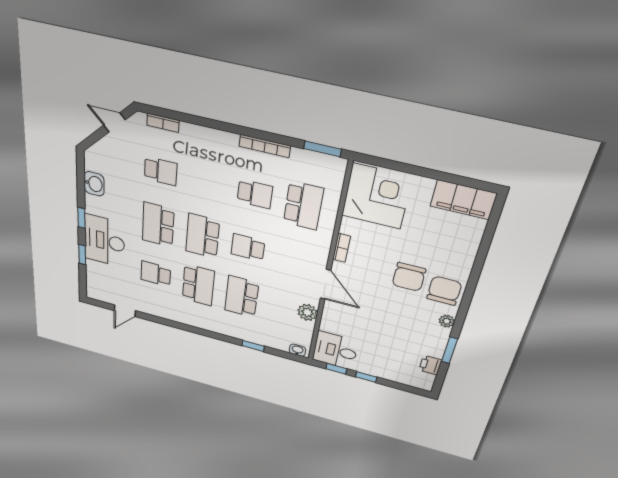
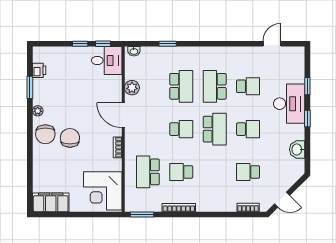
school desk: (158, 225) -> (248, 129), width x0.54

